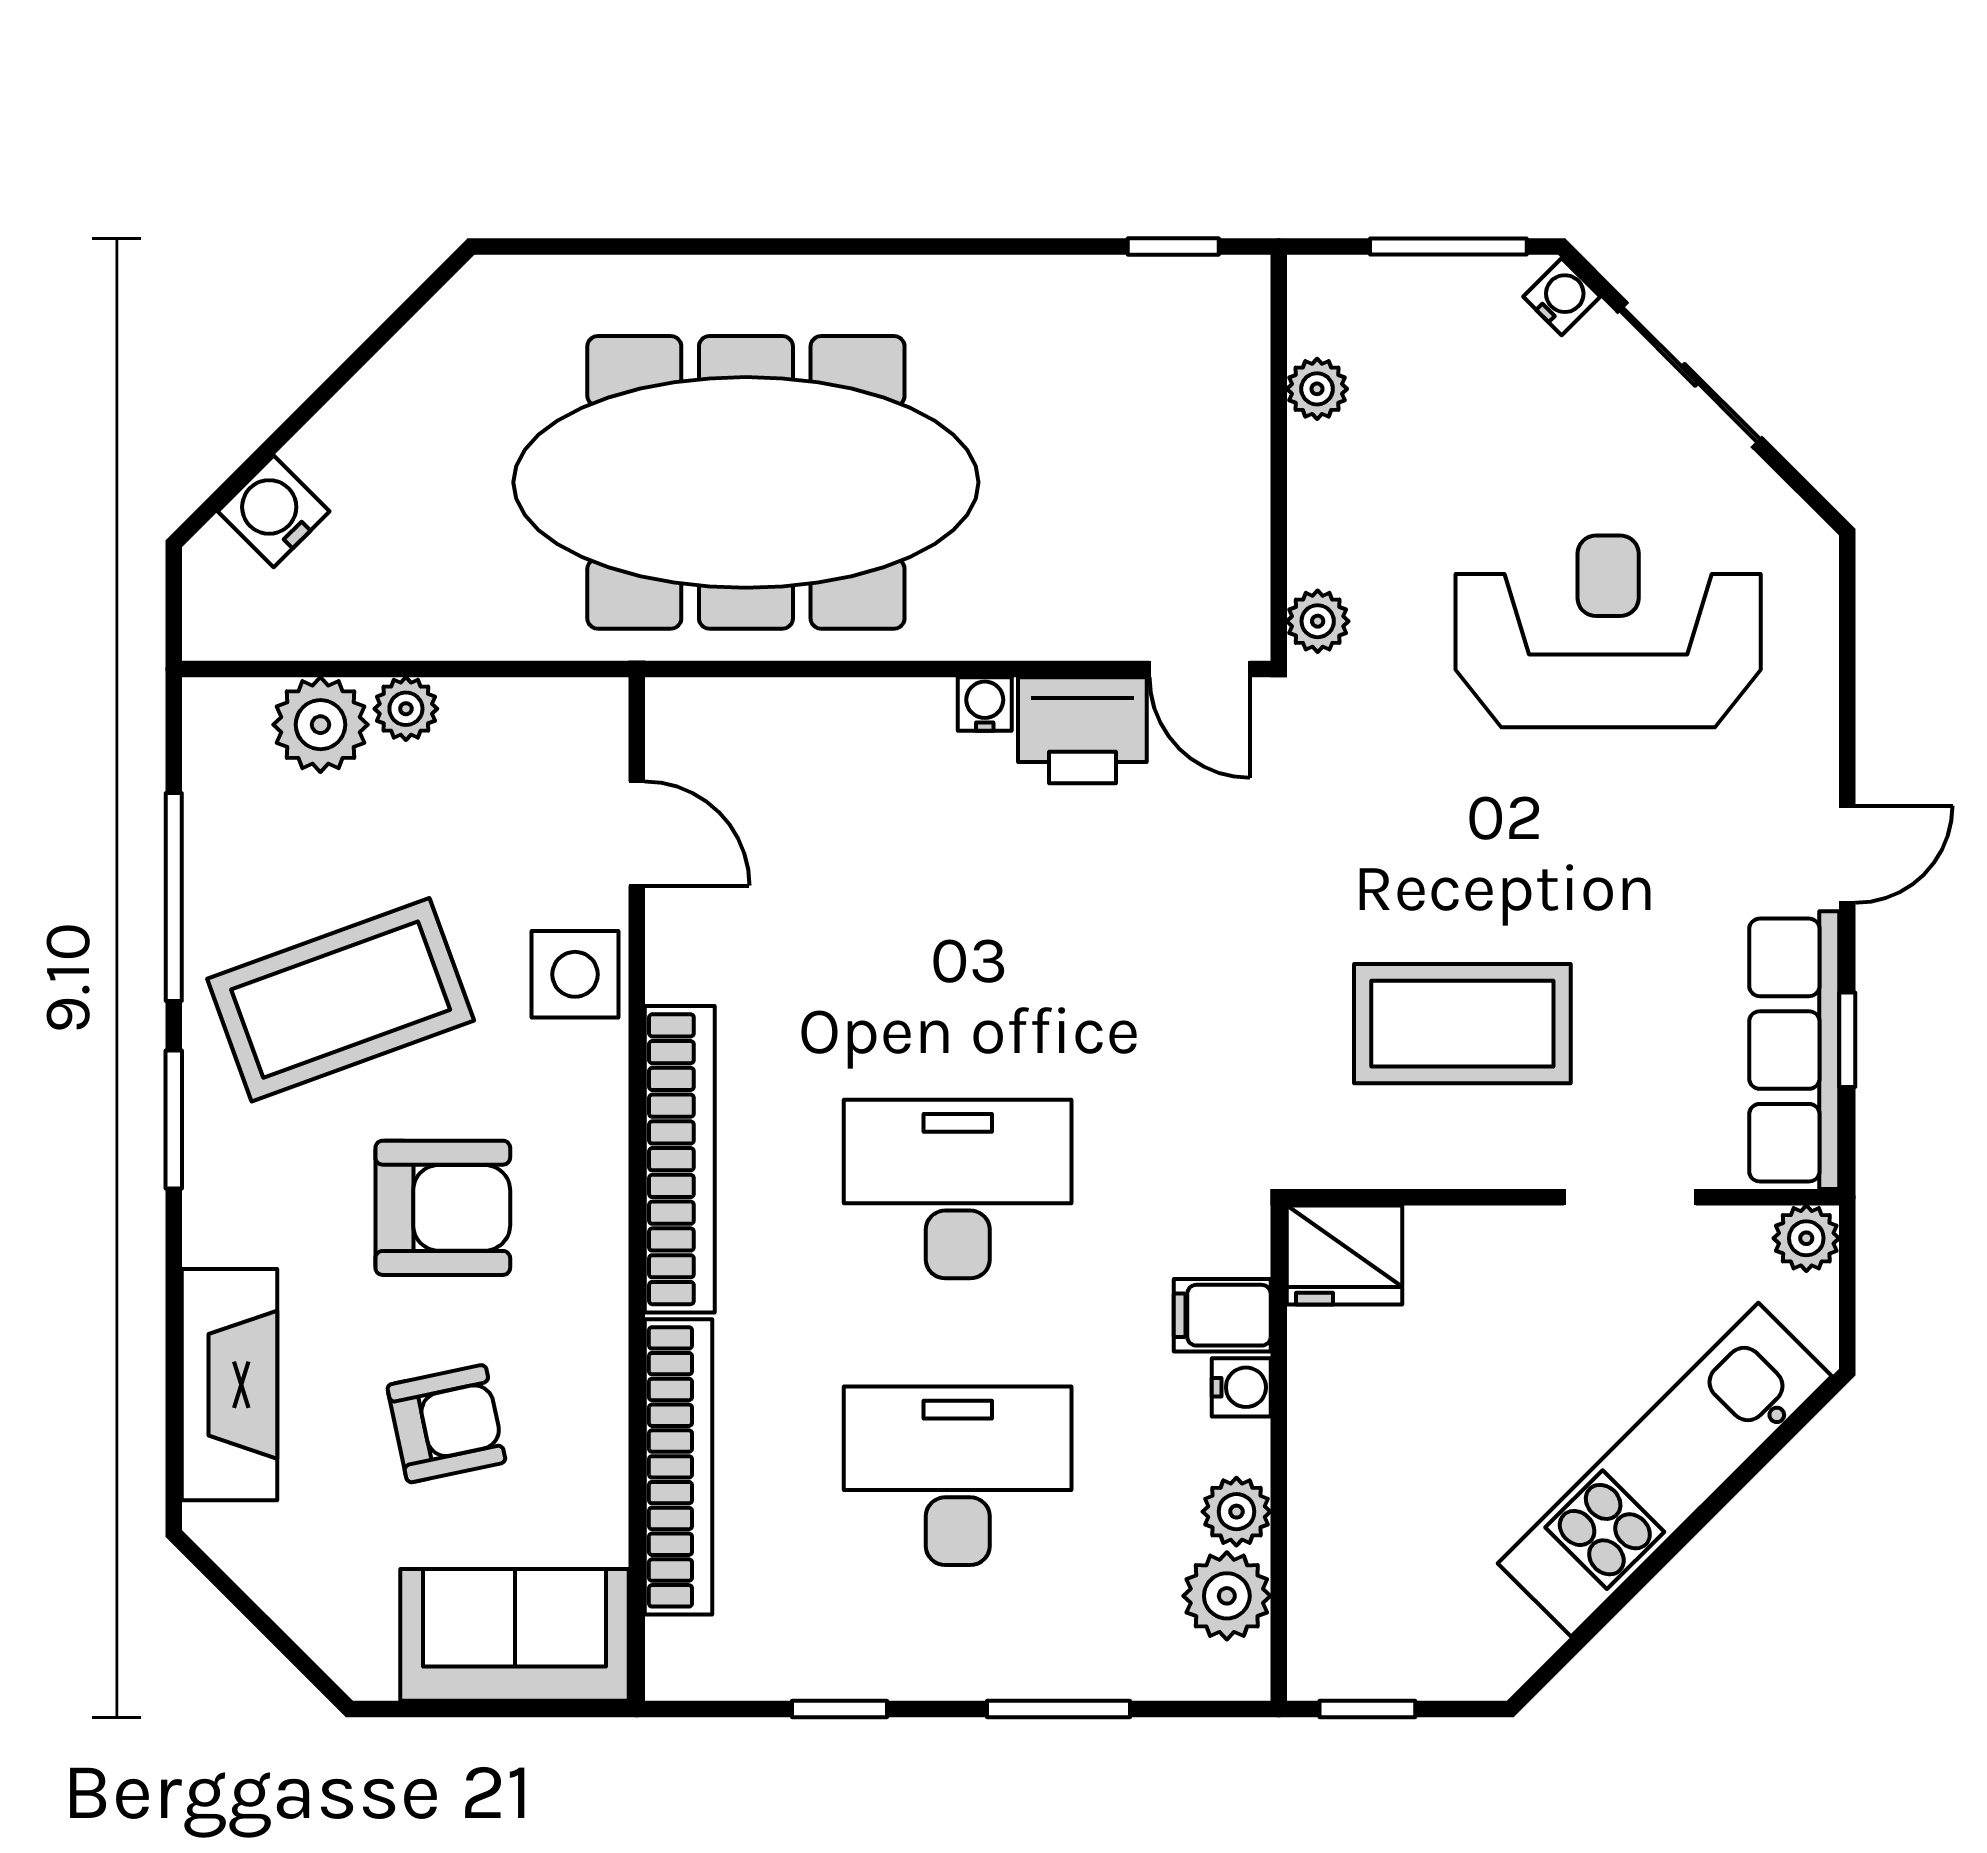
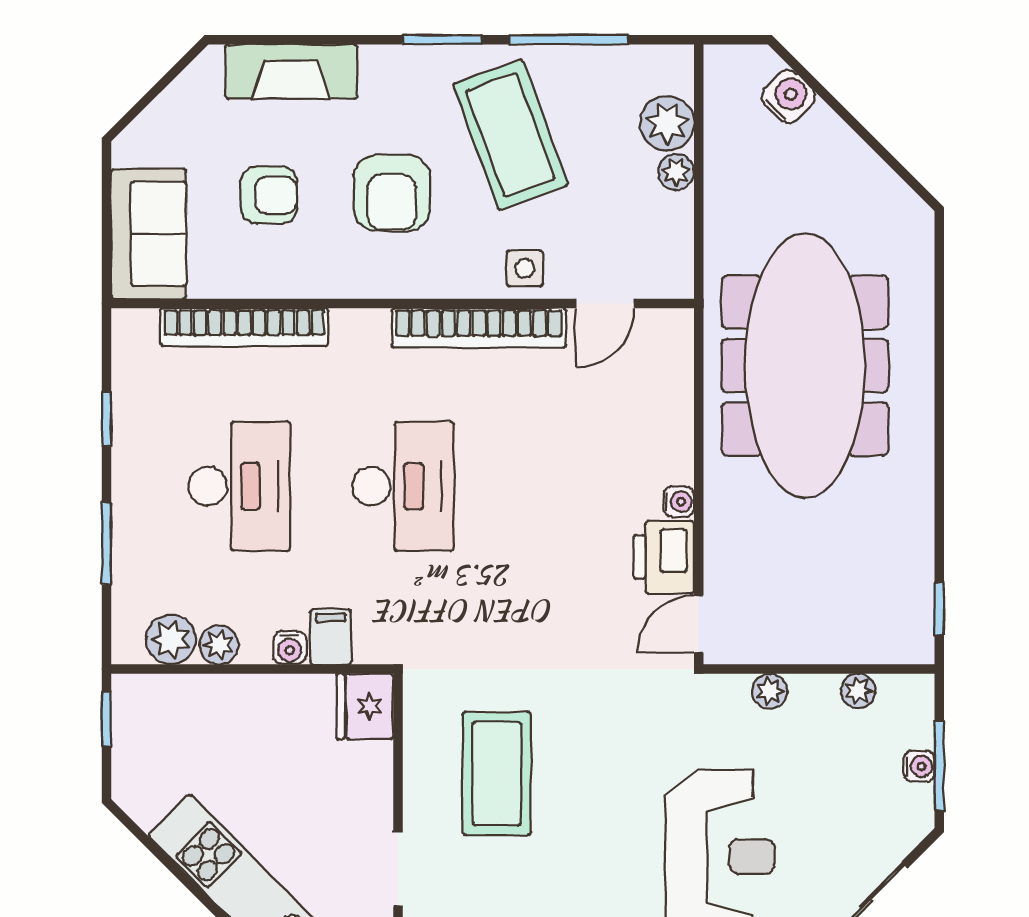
water cooler: (1562, 297) -> (919, 766), moved, turned -45
plant: (1318, 621) -> (770, 691), moved
side table: (575, 974) -> (525, 268), width x0.73, depth x0.73
bookcase: (680, 1159) -> (479, 328), moved
armchair: (446, 1424) -> (269, 195), turned -78

